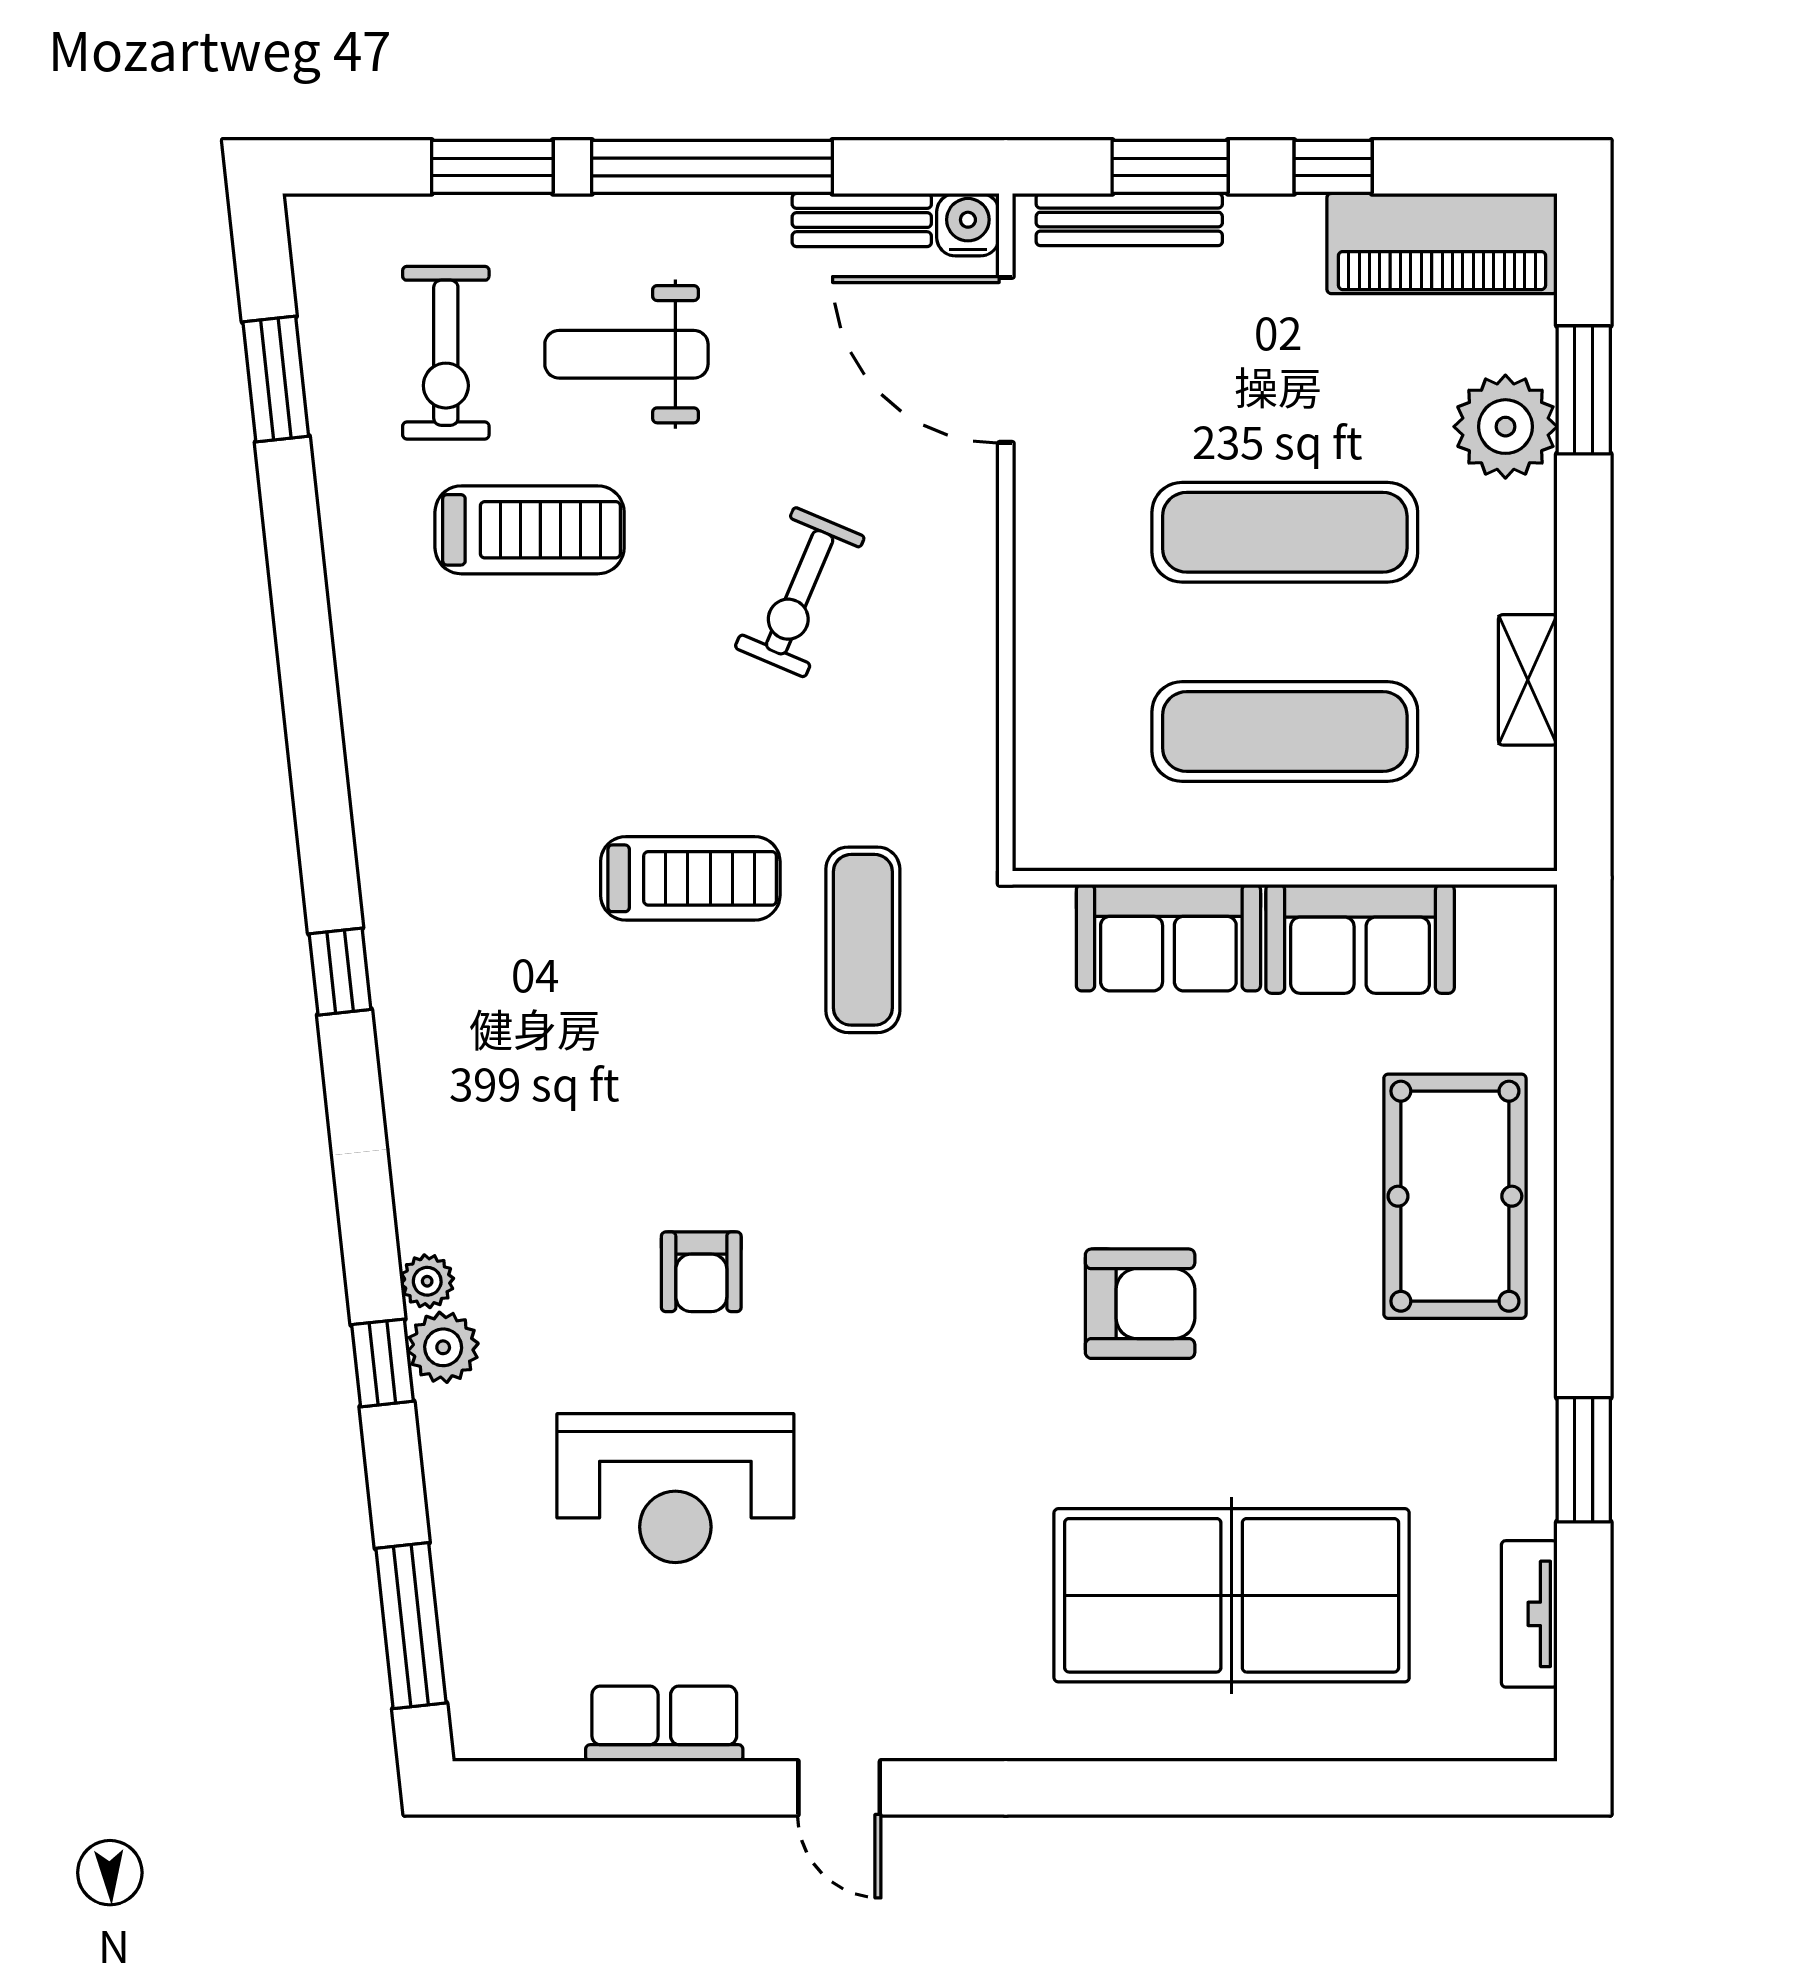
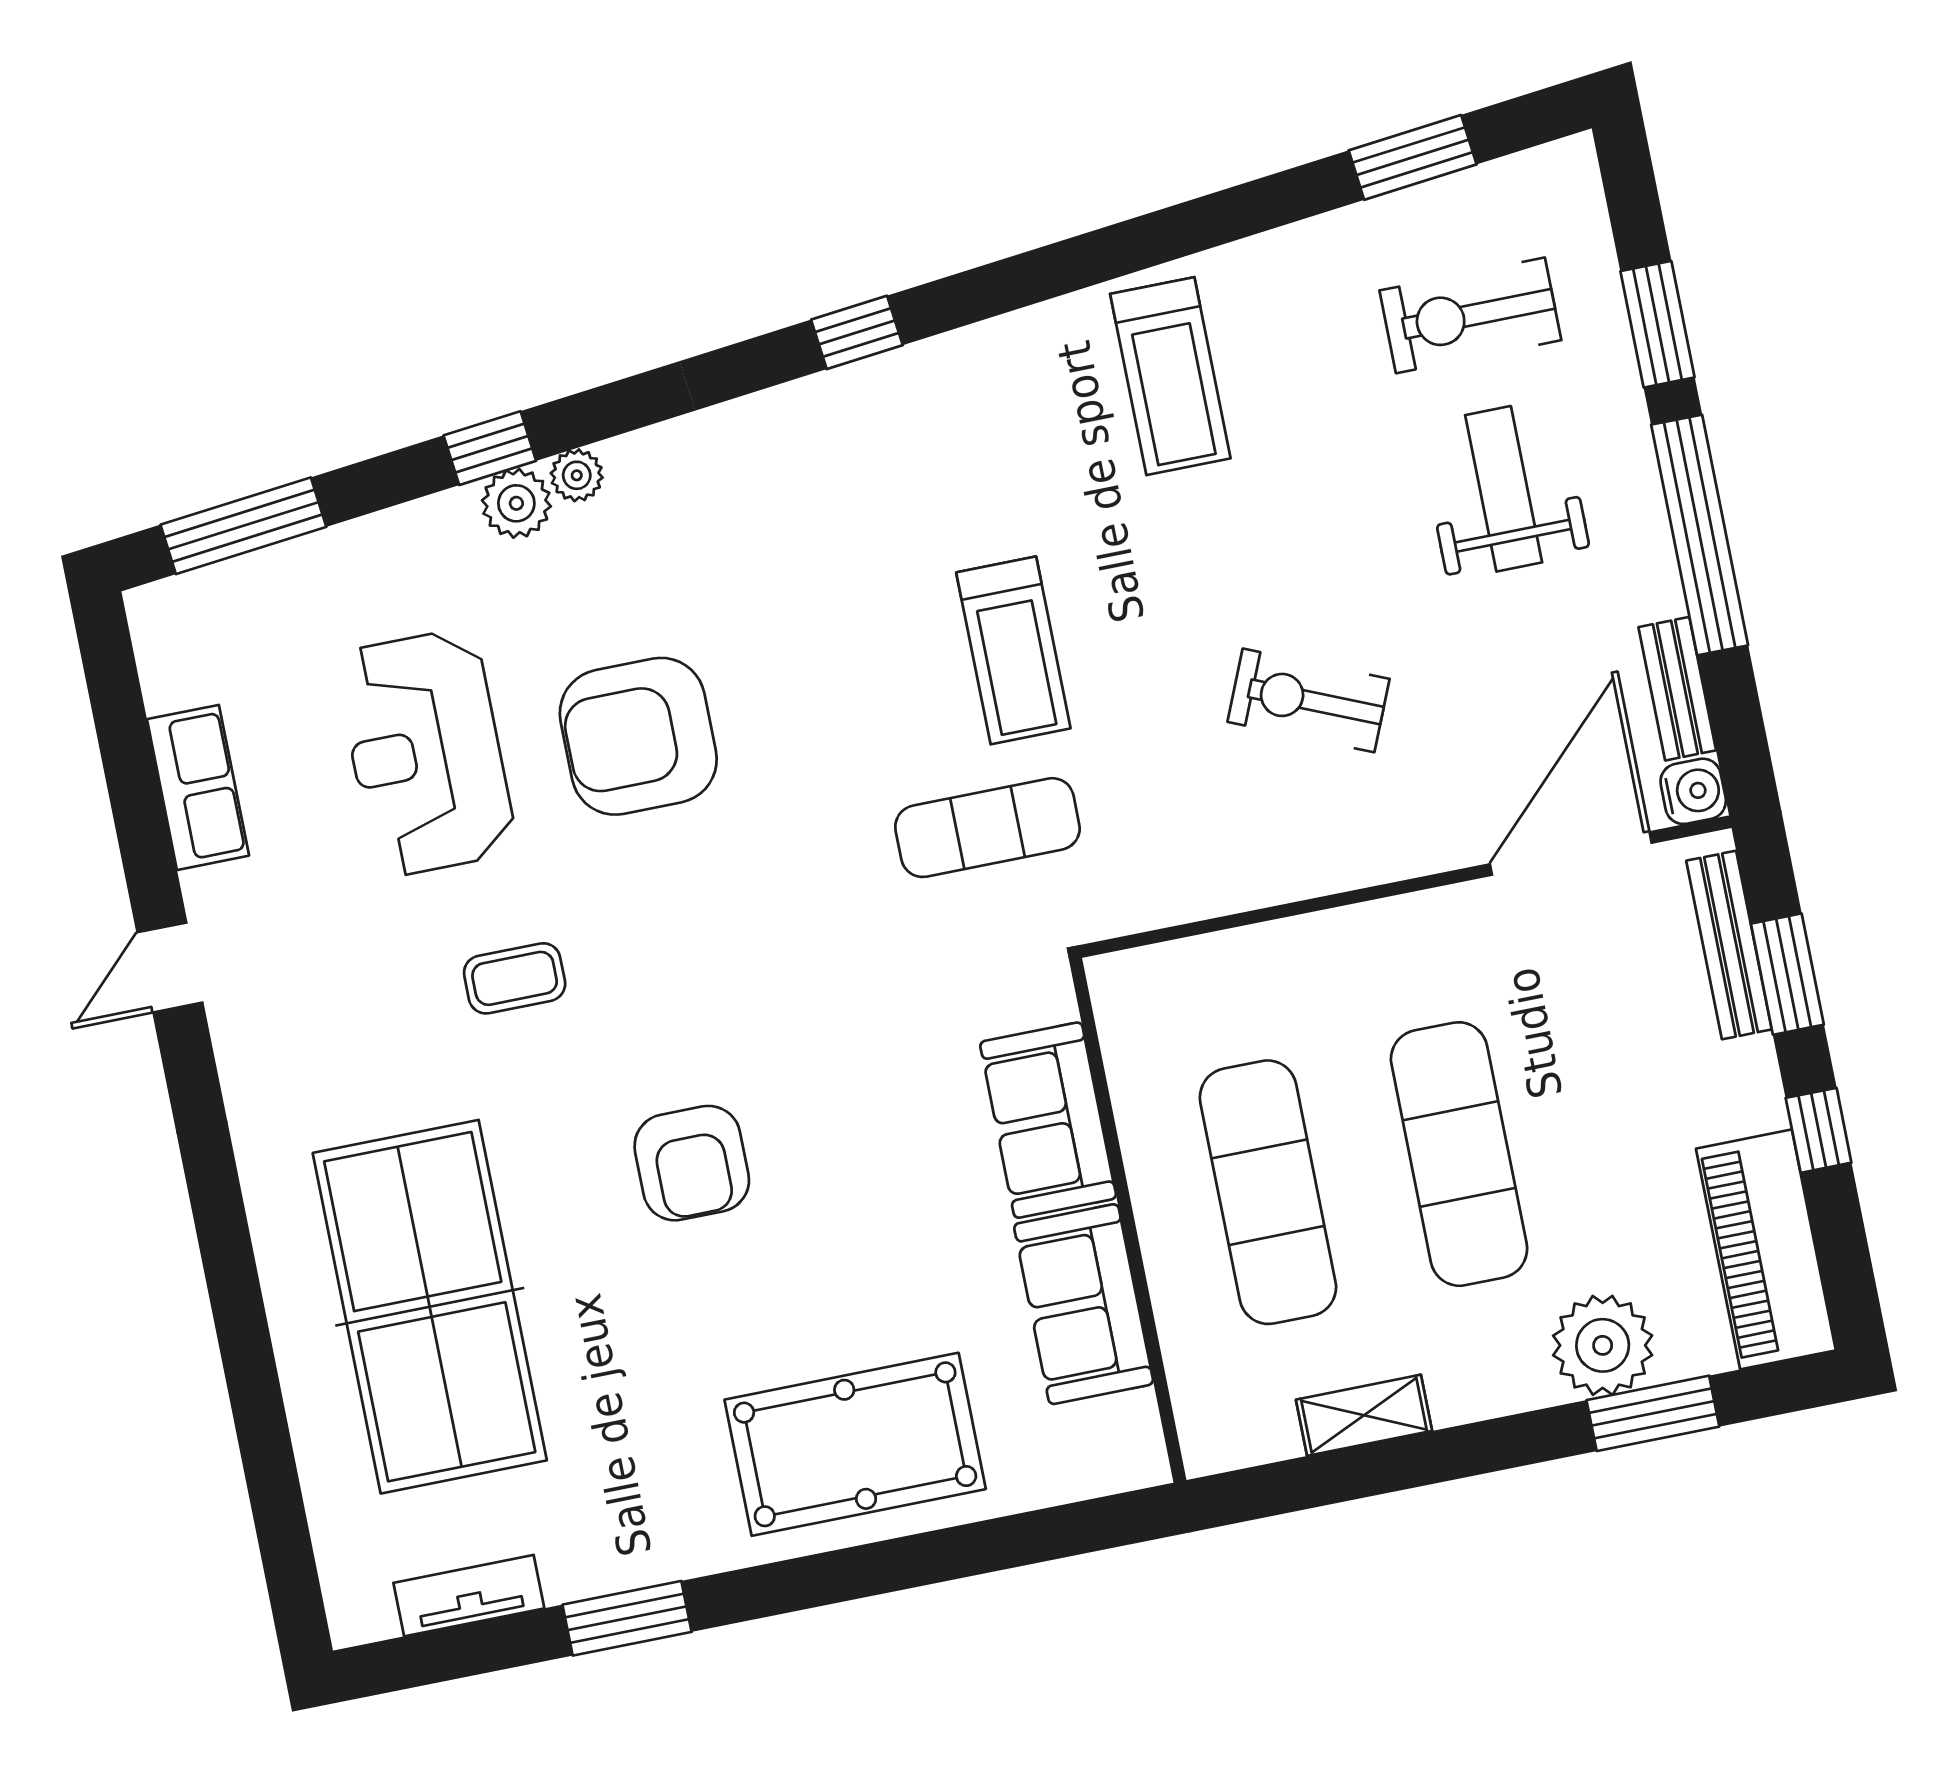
treadmill: (530, 530) -> (1170, 376), moved
armchair: (701, 1272) -> (638, 736), width x1.88, depth x1.88
coffee table: (919, 1444) -> (515, 978), added

